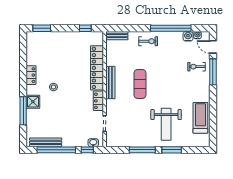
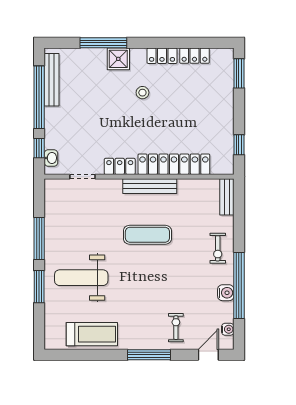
water cooler: (188, 36) -> (226, 293), moved
locker: (31, 55) -> (194, 56), added
window: (213, 72) -> (149, 355), moved

